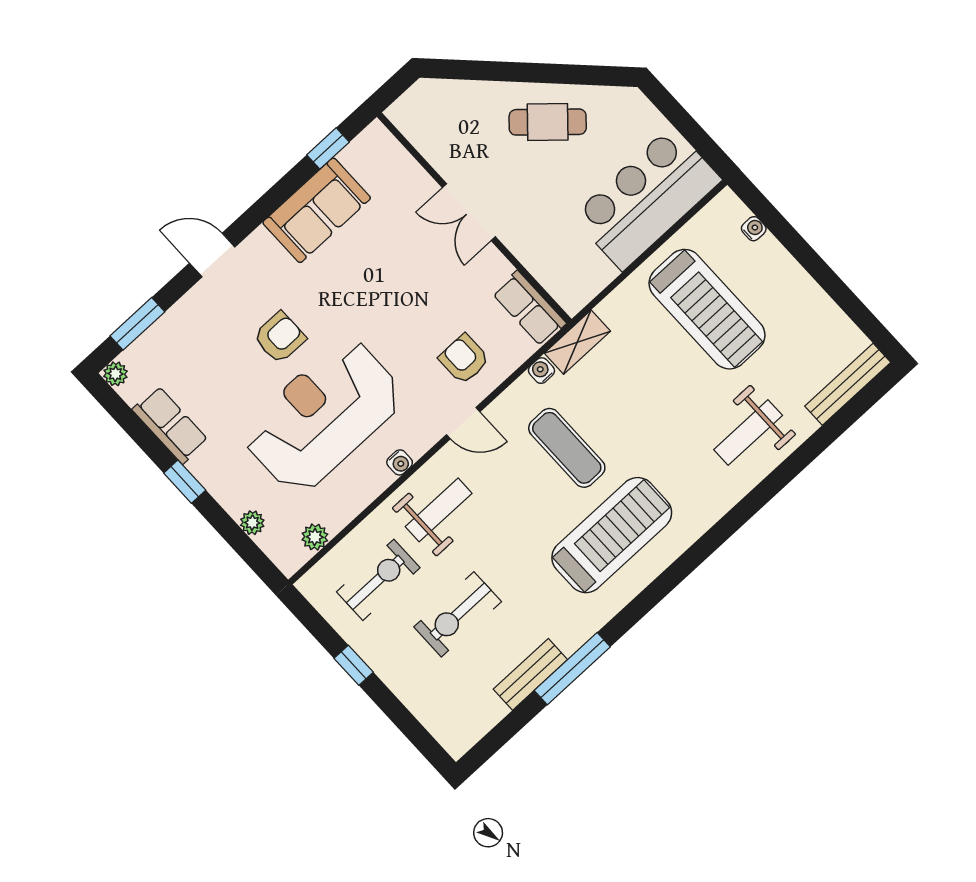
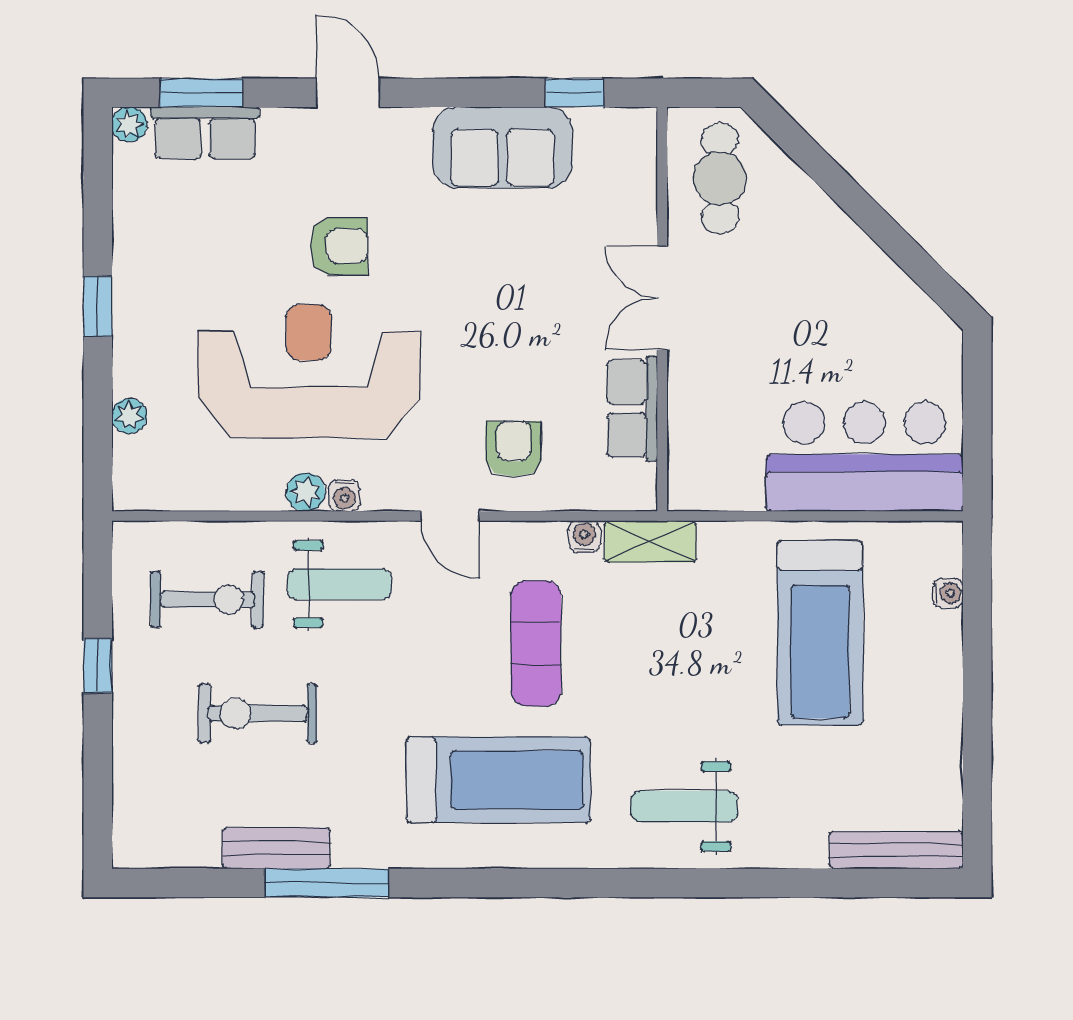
cafe table: (548, 122) -> (720, 178), moved, turned 48
row of seats: (529, 308) -> (632, 409), moved
row of seats: (170, 425) -> (205, 133), moved, turned 90
weight bench: (748, 433) -> (684, 806), moved
plant: (315, 537) -> (306, 492), moved

